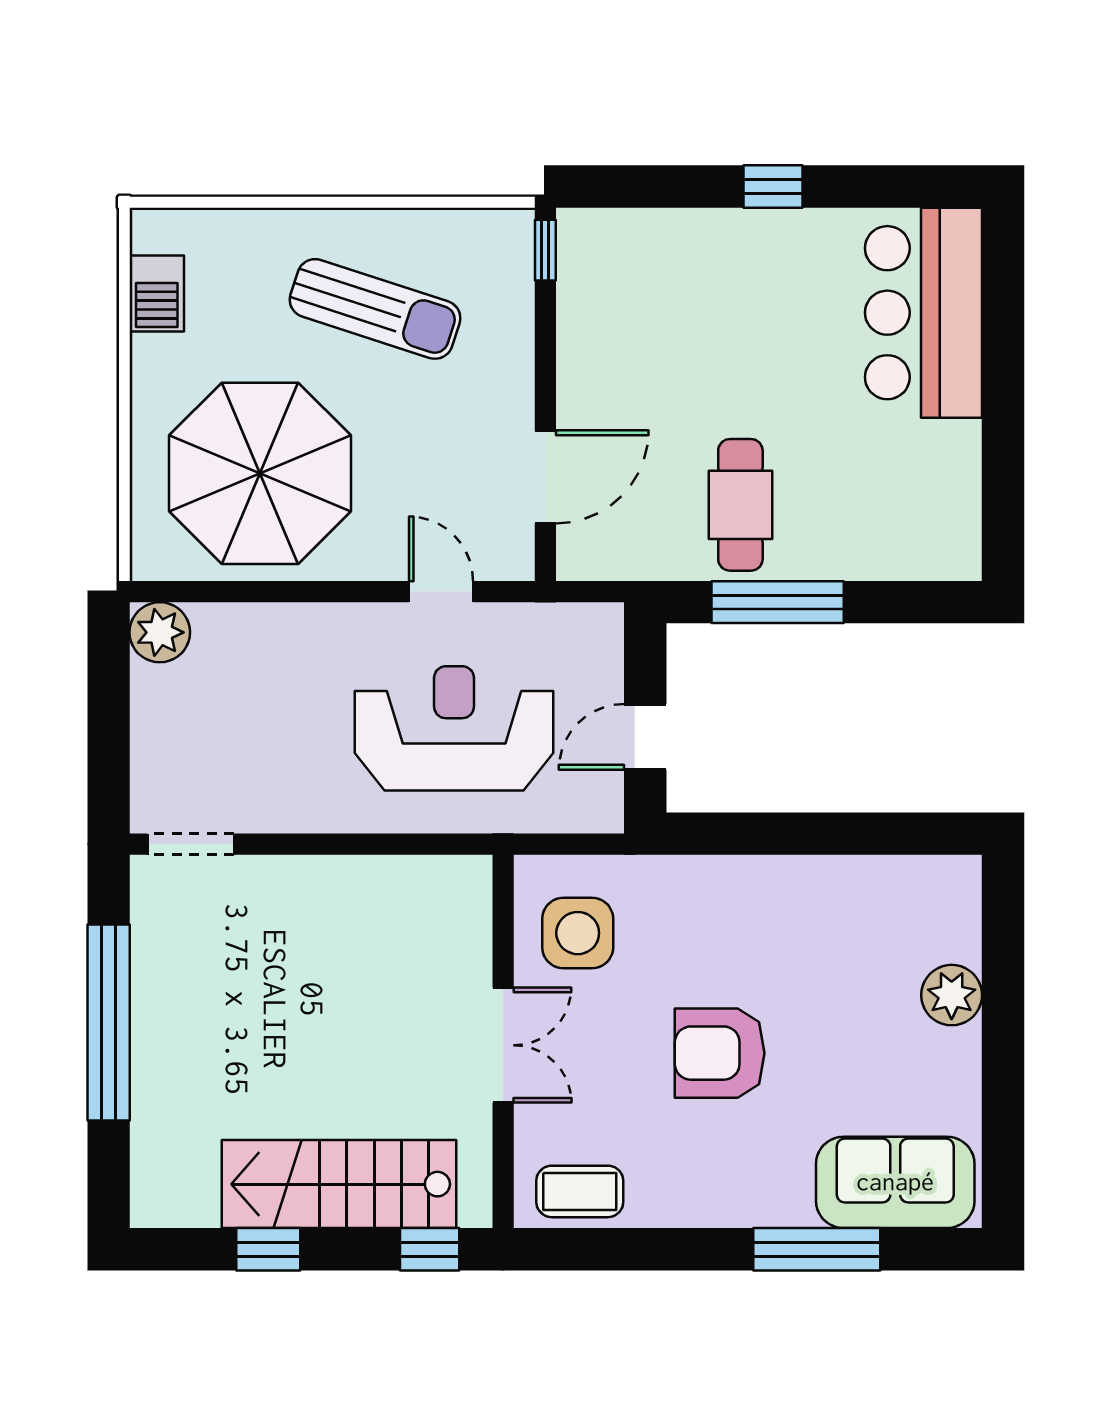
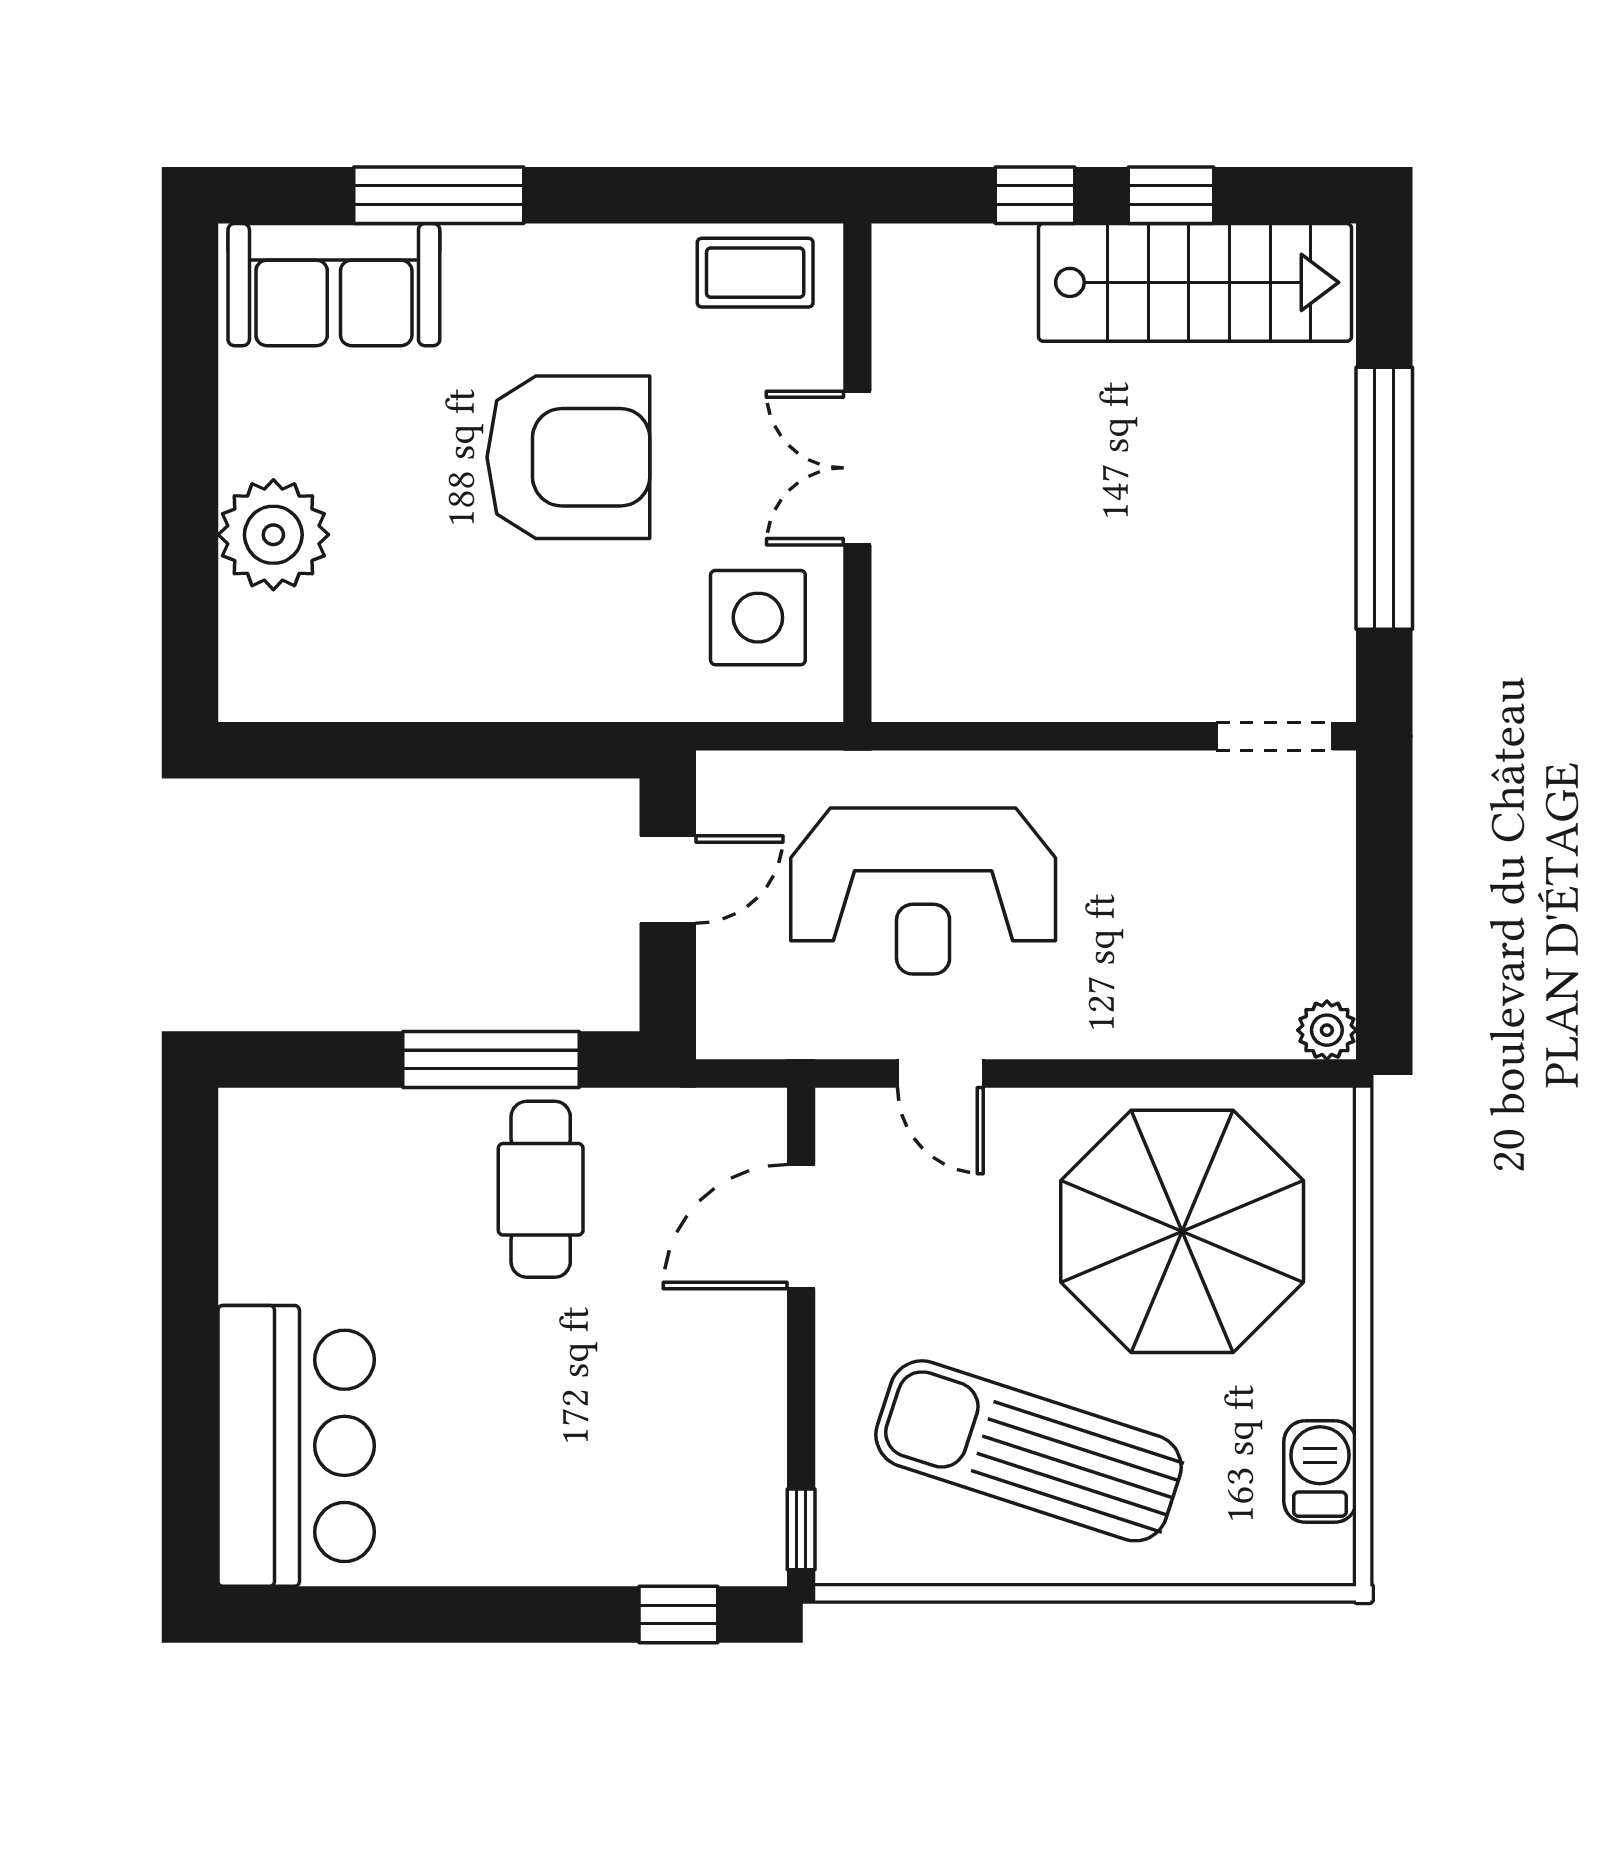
window: (773, 186) -> (678, 1614), moved
sun lounger: (375, 309) -> (1029, 1451), width x1.36, depth x1.34
plant: (160, 632) -> (1327, 1030), width x0.73, depth x0.73
plant: (952, 995) -> (273, 535), width x1.36, depth x1.36
armchair: (720, 1053) -> (568, 457), width x1.36, depth x1.36
stairs: (339, 1184) -> (1195, 282), moved
window: (430, 1249) -> (1035, 195), moved

